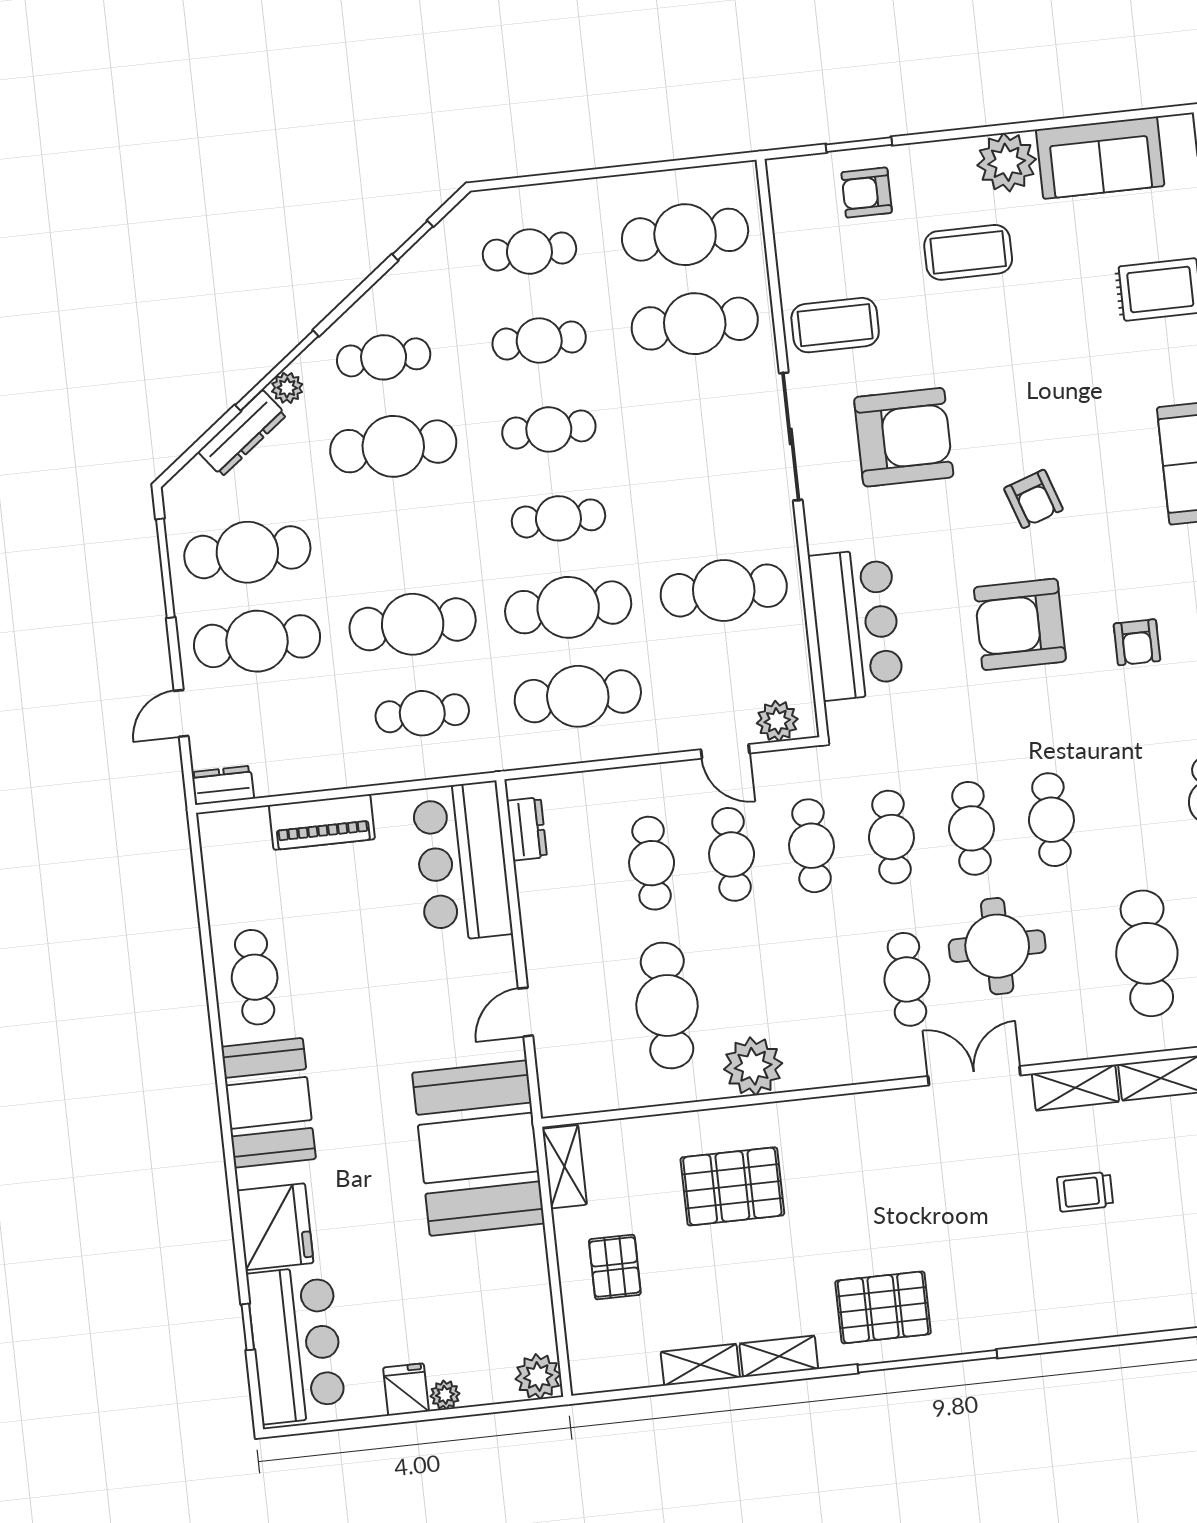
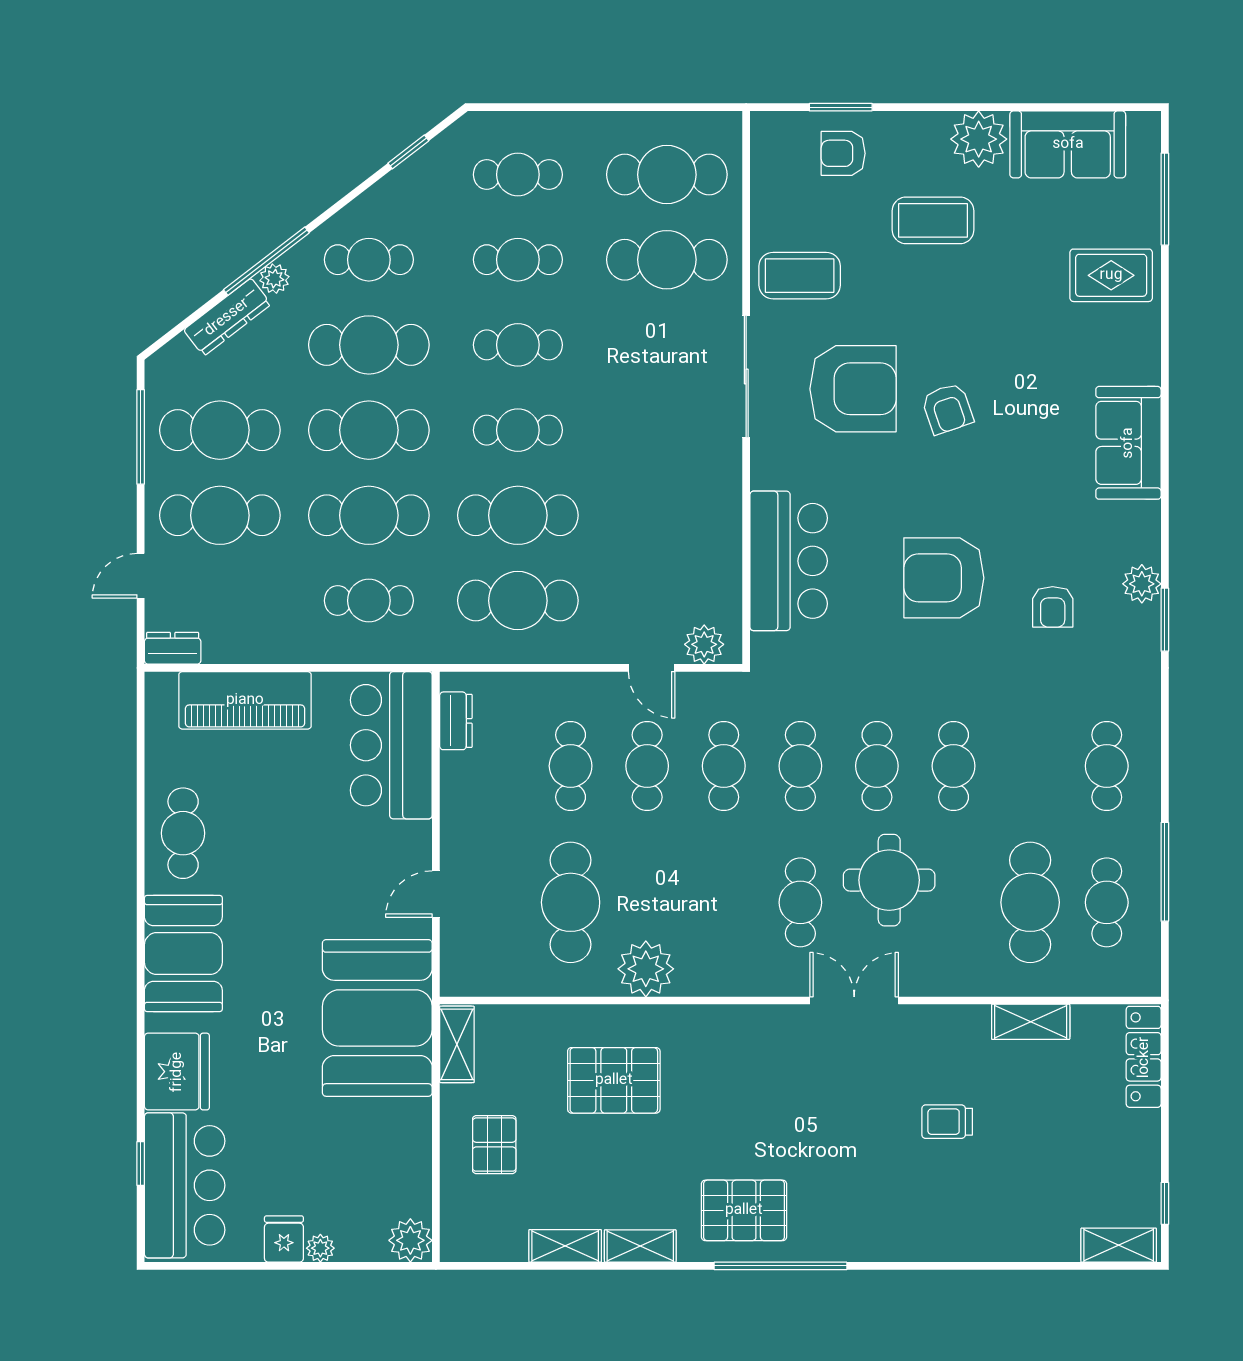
armchair: (1034, 499) -> (947, 409), moved
cafe table: (724, 590) -> (369, 430), moved
piano: (322, 822) -> (245, 700), width x1.37, depth x1.33
shelving: (1075, 1088) -> (949, 1022), removed

